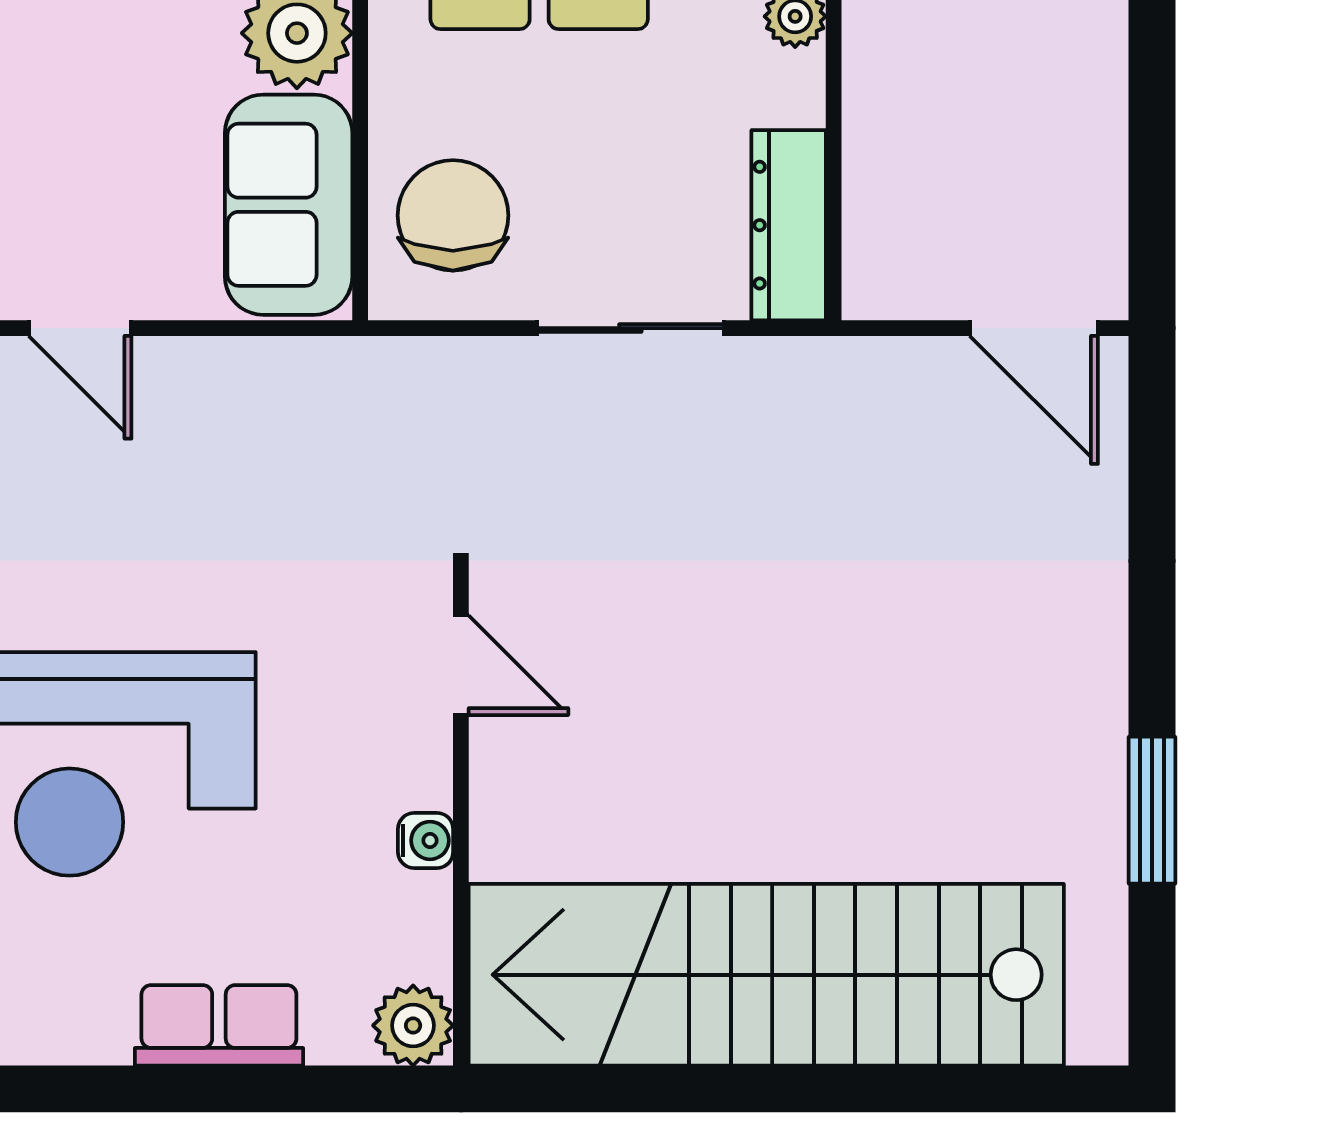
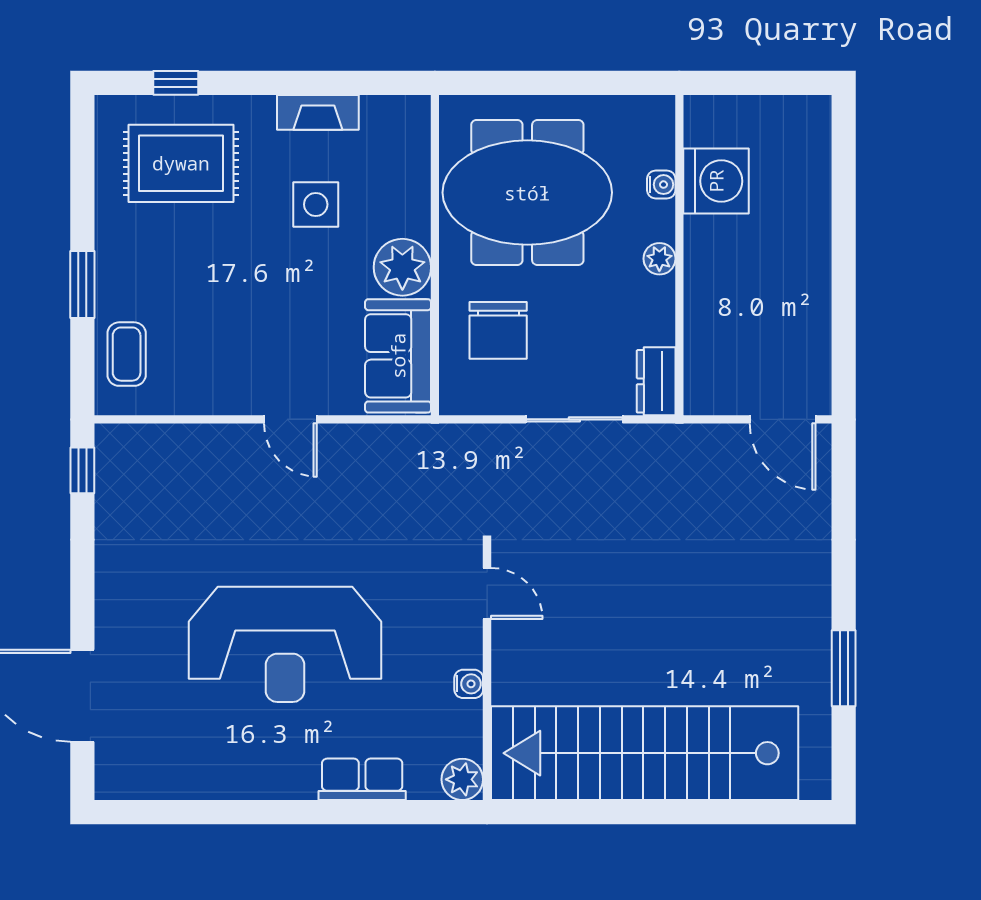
chair: (453, 215) -> (498, 330), moved, turned 180
dresser: (789, 225) -> (656, 381), width x0.70

